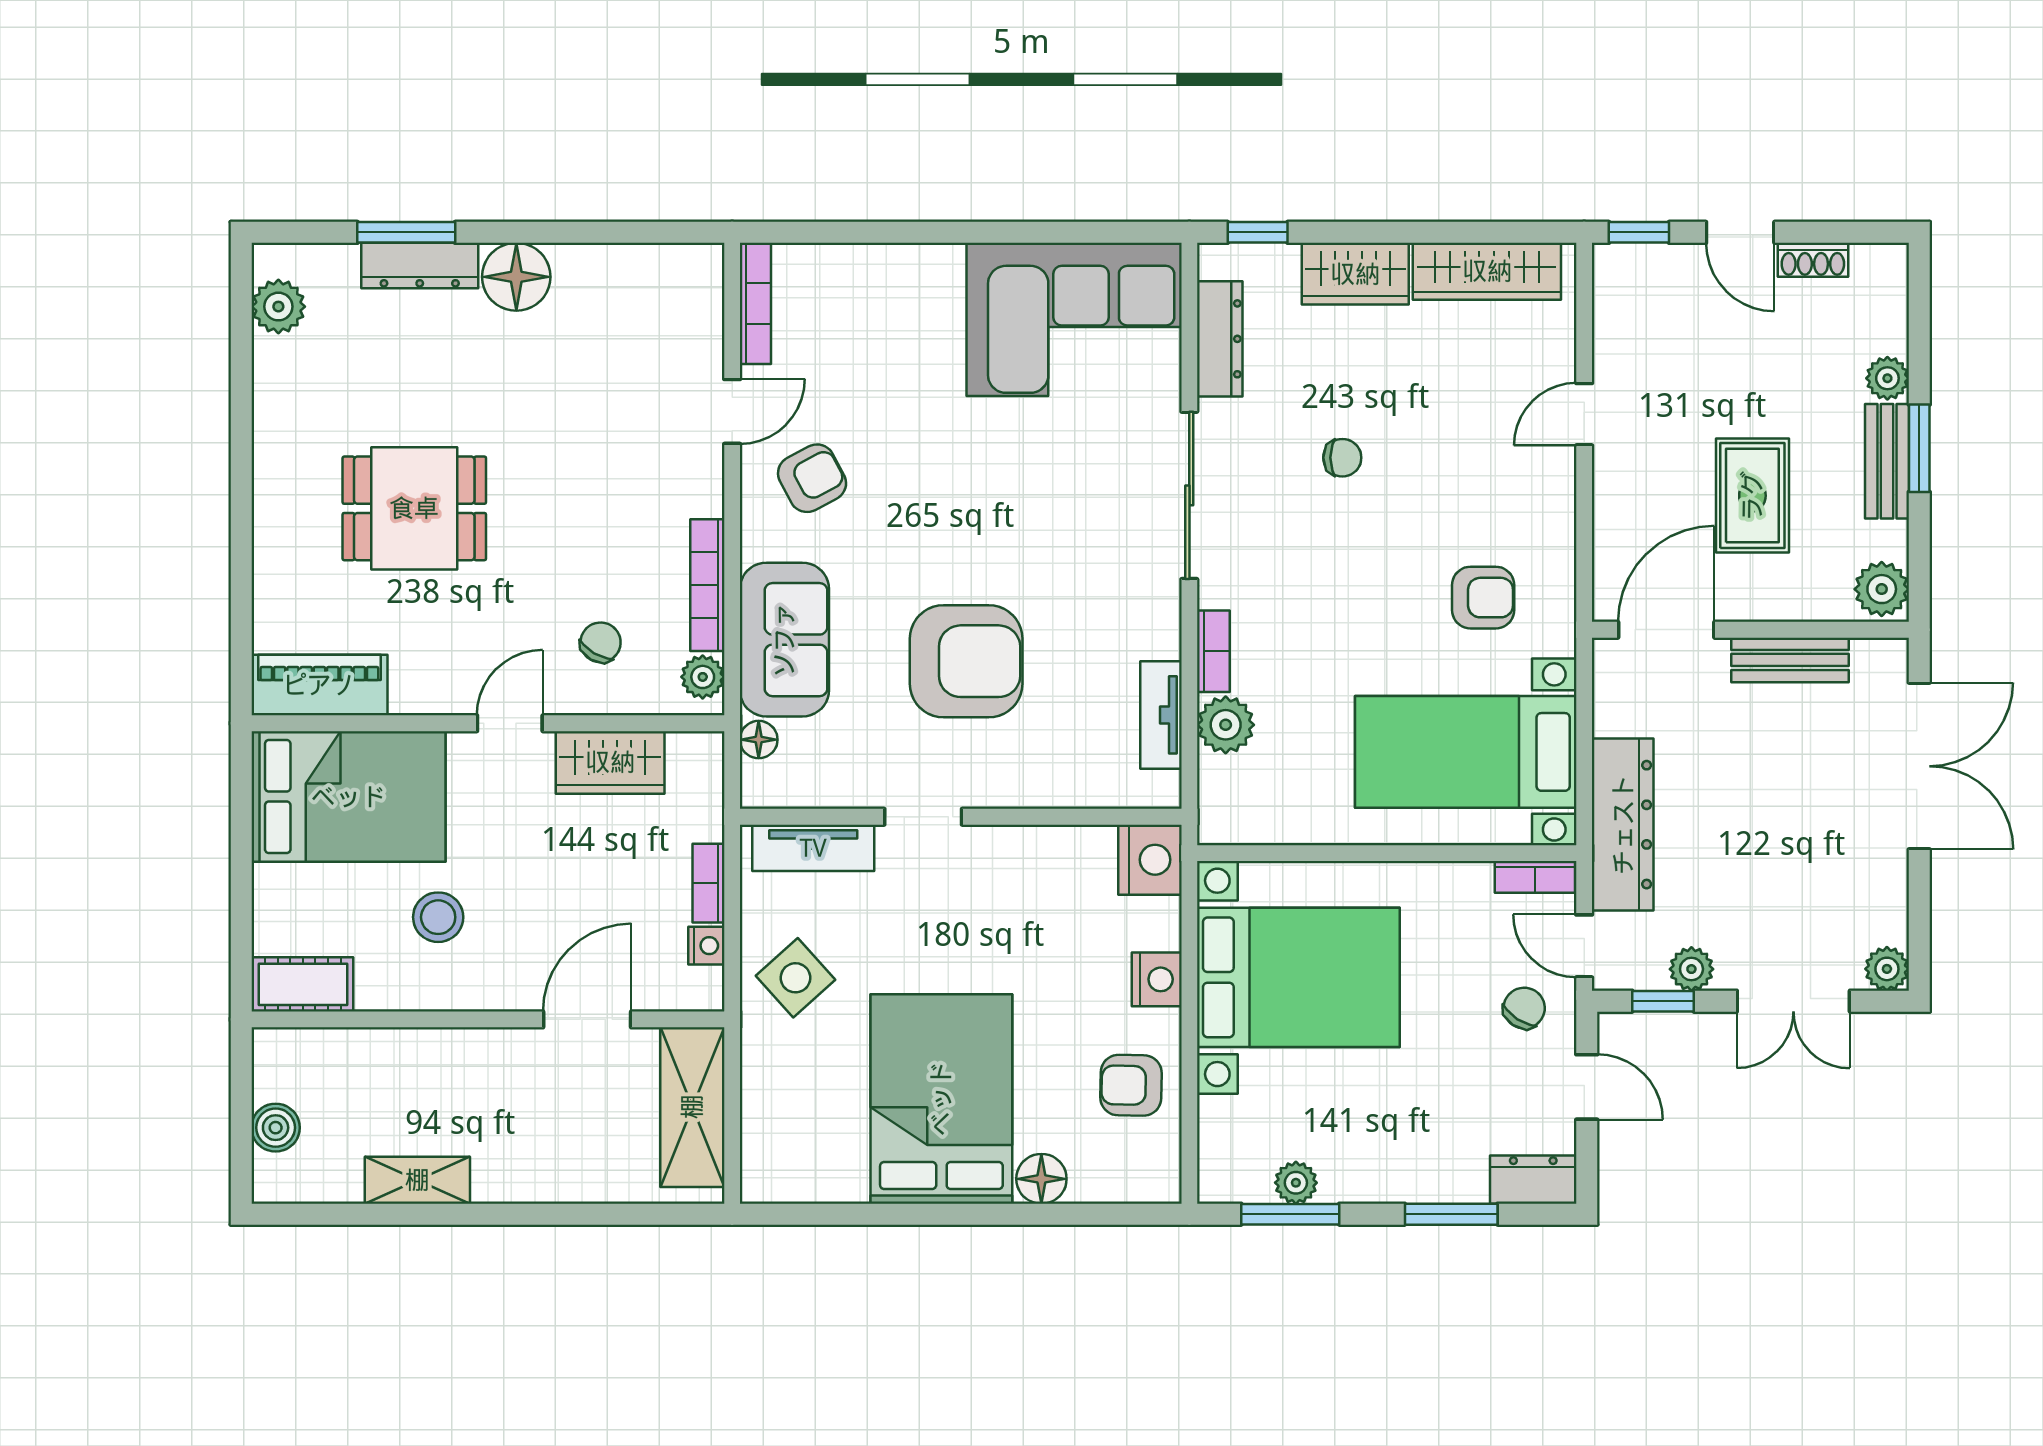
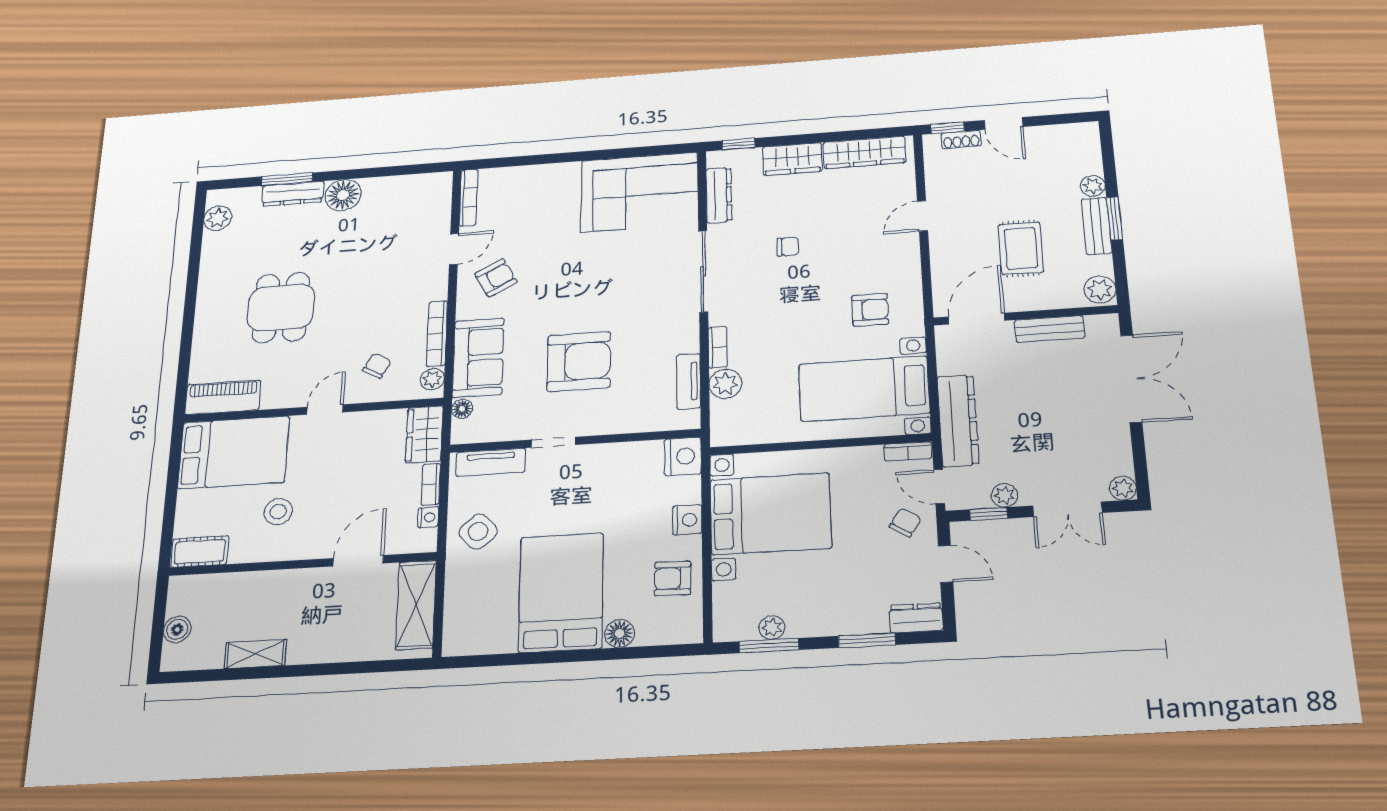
shoe rack: (1813, 260) -> (961, 140), moved
dining table: (414, 508) -> (281, 308), turned 90
wardrobe: (610, 762) -> (424, 434), moved, turned 90

